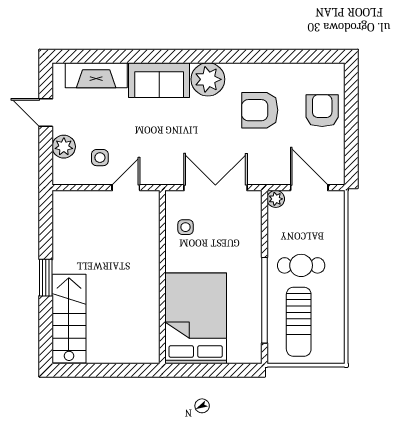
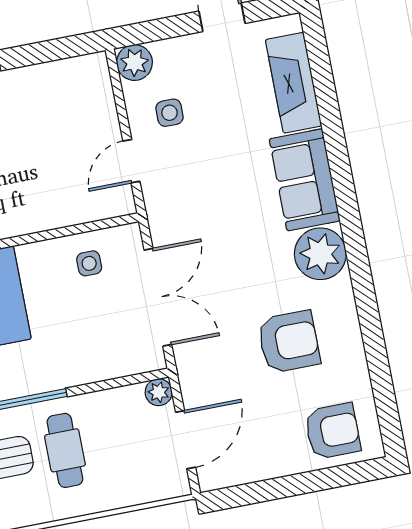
armchair: (260, 110) -> (289, 342), turned 90
armchair: (322, 111) -> (333, 431), moved
plant: (64, 147) -> (134, 63), moved
door: (126, 188) -> (131, 161), swing flipped

